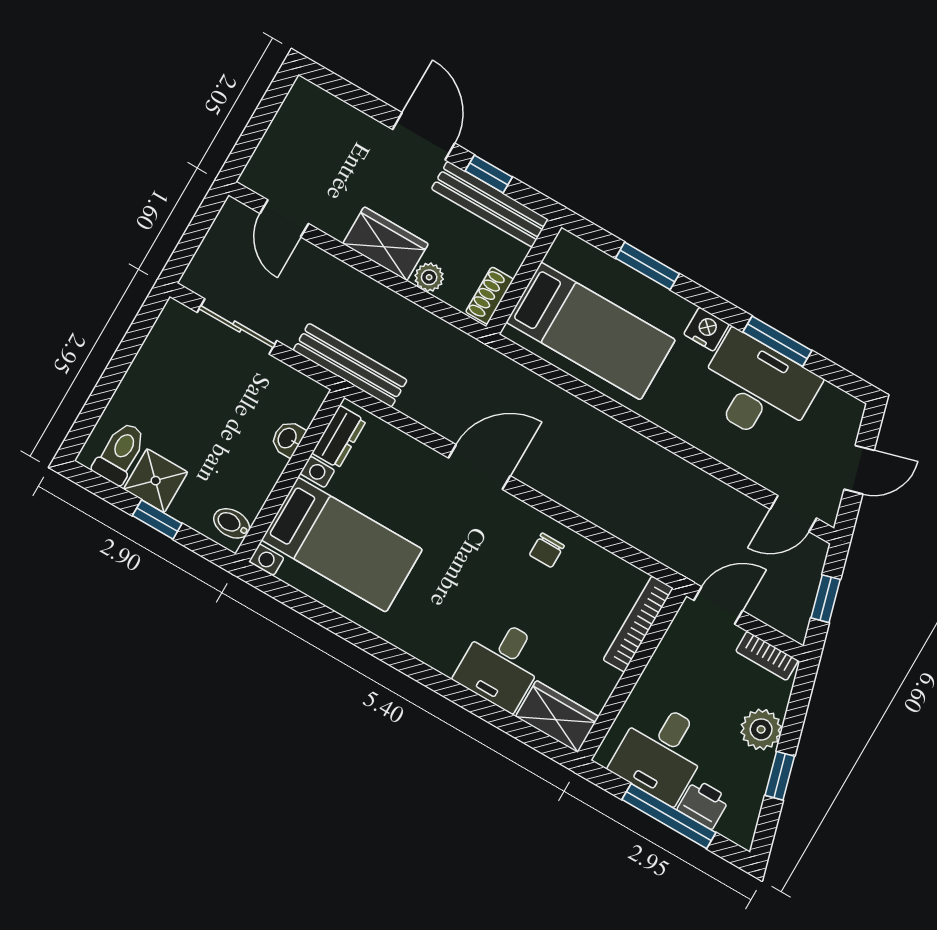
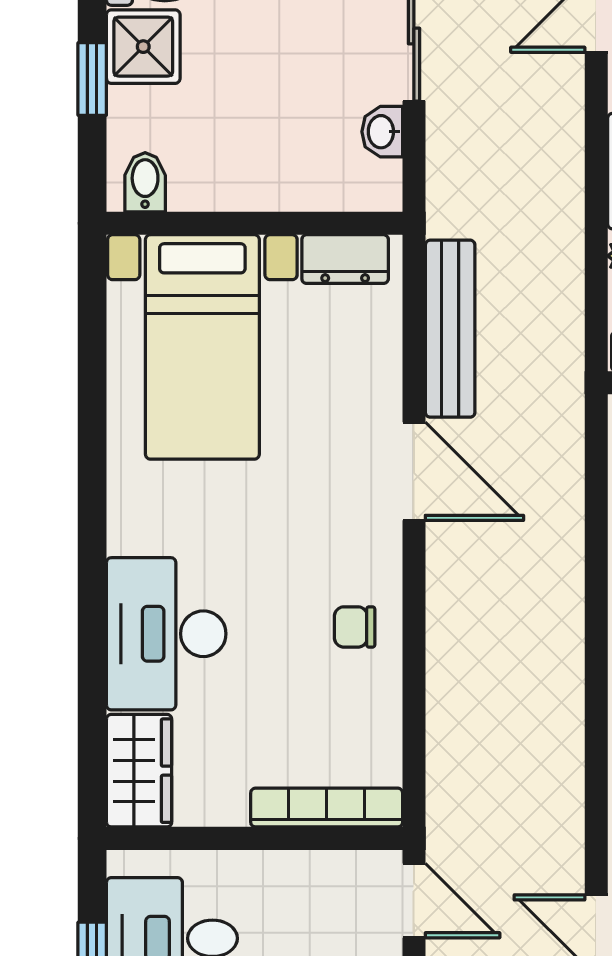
bench: (350, 365) -> (450, 329), moved
washbasin: (288, 438) -> (382, 132), moved, turned -90
desk: (501, 664) -> (166, 634), width x1.37

